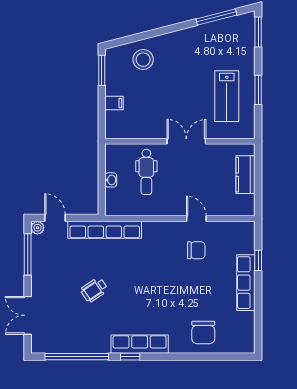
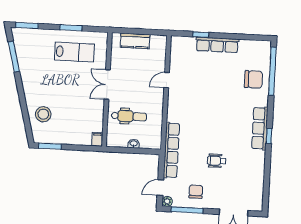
filing cabinet: (114, 103) -> (97, 139), moved
chair: (196, 250) -> (196, 192), moved
wheelchair: (94, 290) -> (217, 161), turned 124
window: (77, 357) -> (272, 71), moved

